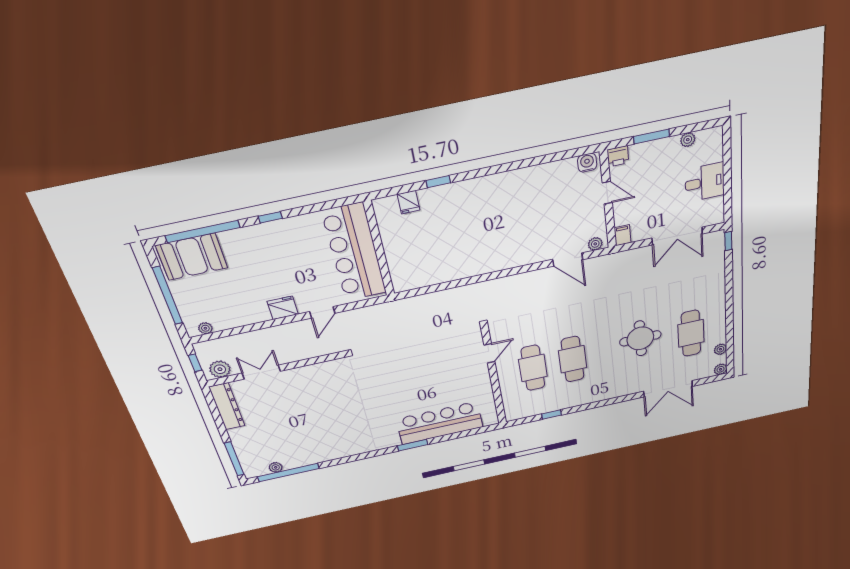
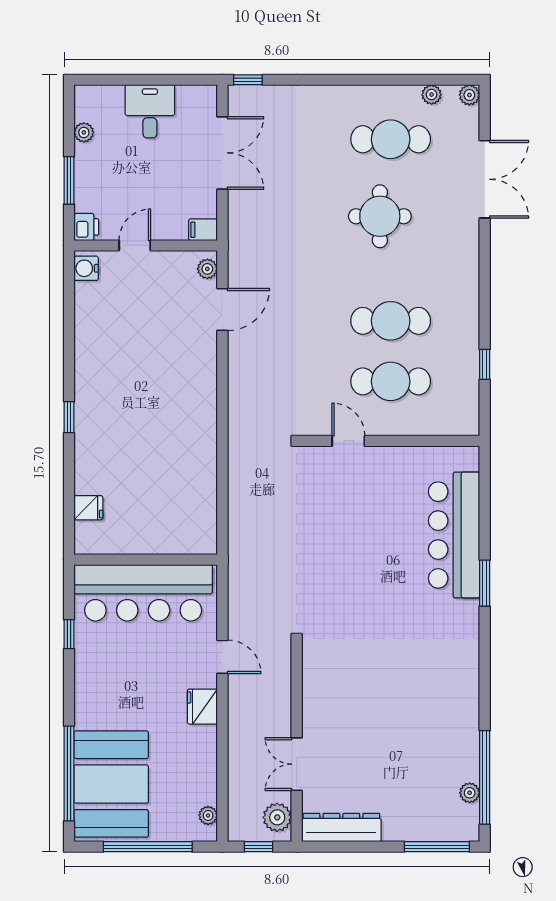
window: (438, 182) -> (69, 417), moved
window: (270, 217) -> (69, 634), moved
booth: (192, 257) -> (111, 784), width x1.36, depth x1.42

